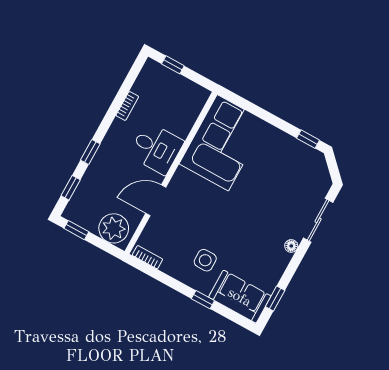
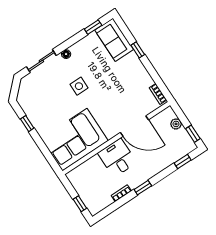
window: (308, 139) -> (27, 124), moved
window: (90, 152) -> (143, 188), moved
door: (156, 200) -> (134, 126), width x1.36
plant: (114, 228) -> (176, 124), width x0.53, depth x0.53
side table: (205, 260) -> (79, 86), moved

